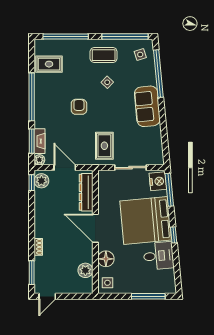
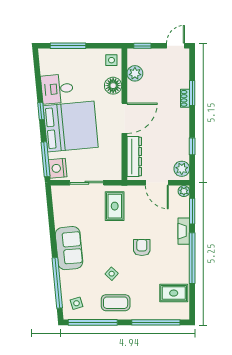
armchair: (79, 107) -> (142, 248), turned 180
fireplace: (39, 141) -> (184, 231), moved
window: (32, 183) -> (192, 146), moved
door: (95, 228) -> (124, 118), hinge flipped
window: (32, 273) -> (192, 93), moved
window: (78, 296) -> (142, 46), added

